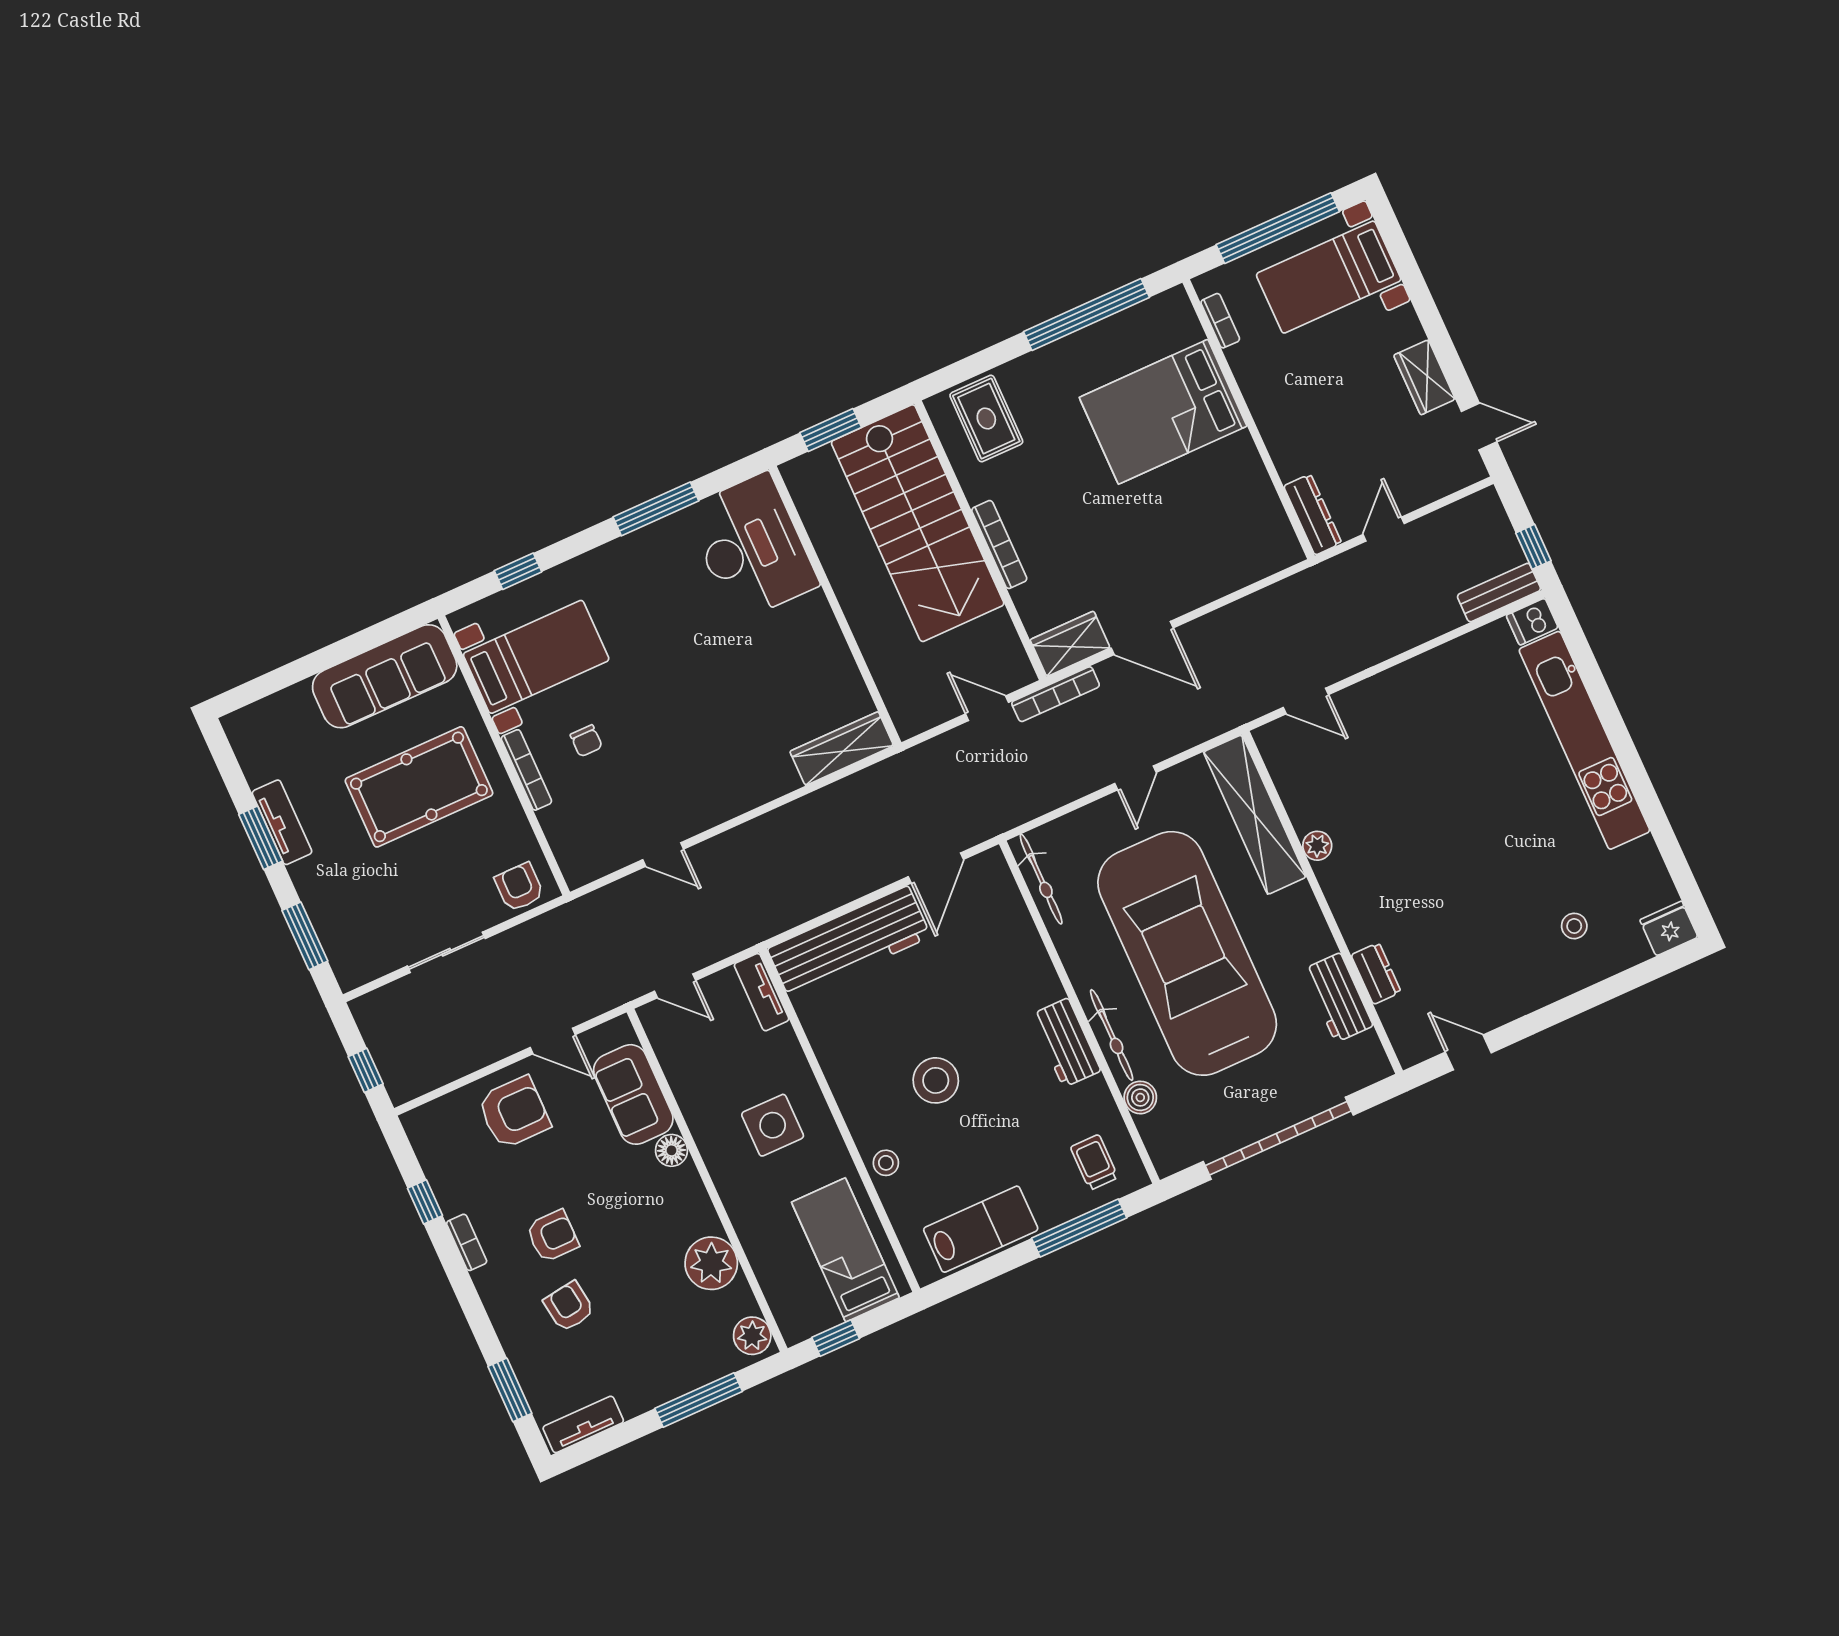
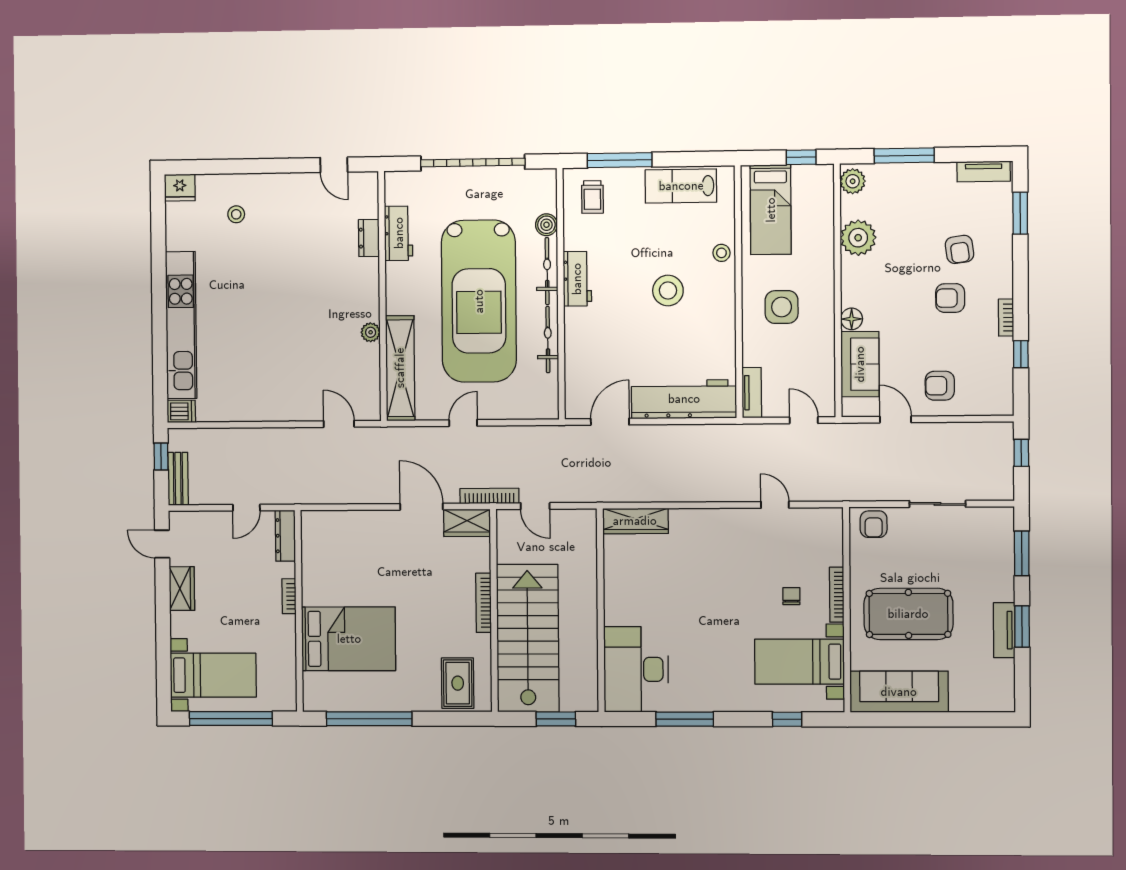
bookcase: (1220, 321) -> (289, 596), moved
bench: (1499, 593) -> (178, 479), moved, turned 90
bicycle: (1041, 879) -> (548, 340), moved
armchair: (514, 1112) -> (940, 386), width x0.72, depth x0.72

